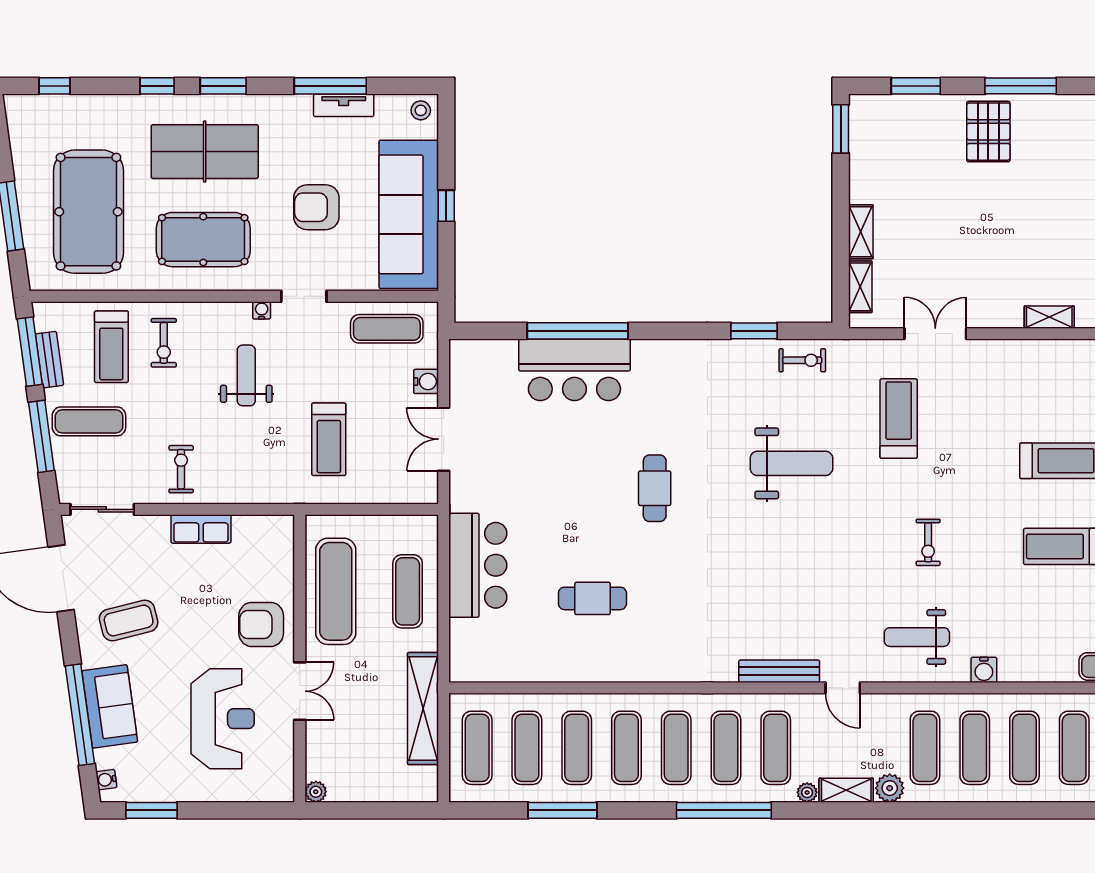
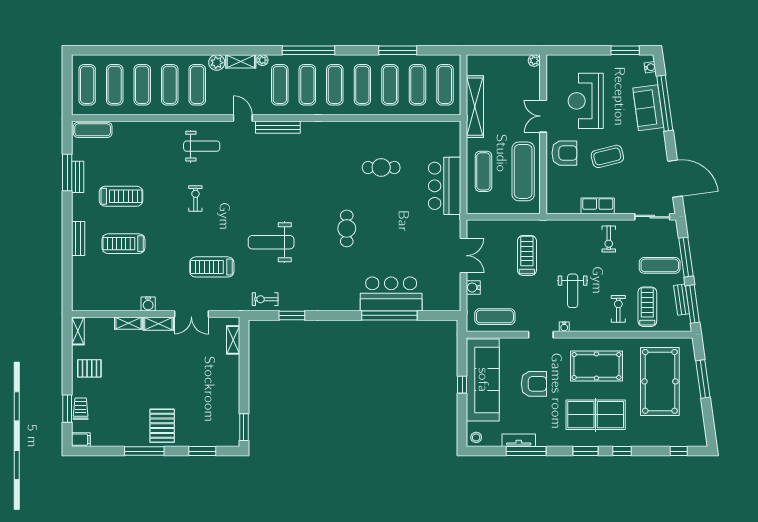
shelving: (861, 232) -> (158, 324), moved, turned 90
treadmill: (899, 419) -> (212, 267), turned 90
coffee table: (129, 620) -> (607, 156), moved
water cooler: (984, 670) -> (148, 304), moved, turned 180

